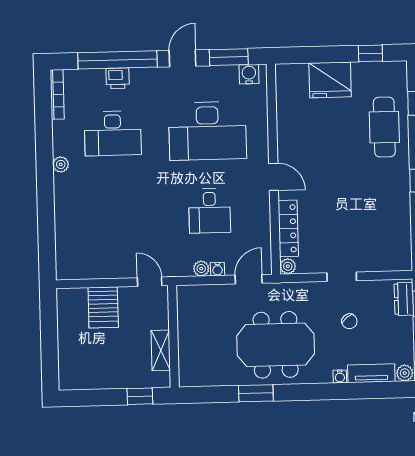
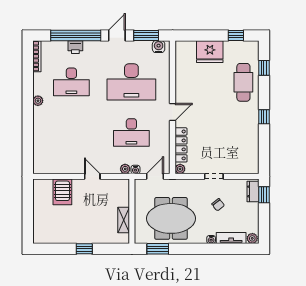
door: (274, 177) -> (173, 112), hinge flipped
desk: (210, 211) -> (131, 133), width x1.37
wall: (173, 336) -> (132, 211), moved
shelving: (161, 350) -> (124, 220), moved

